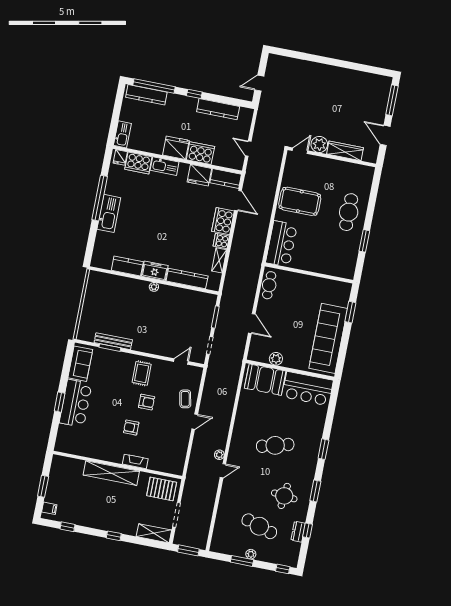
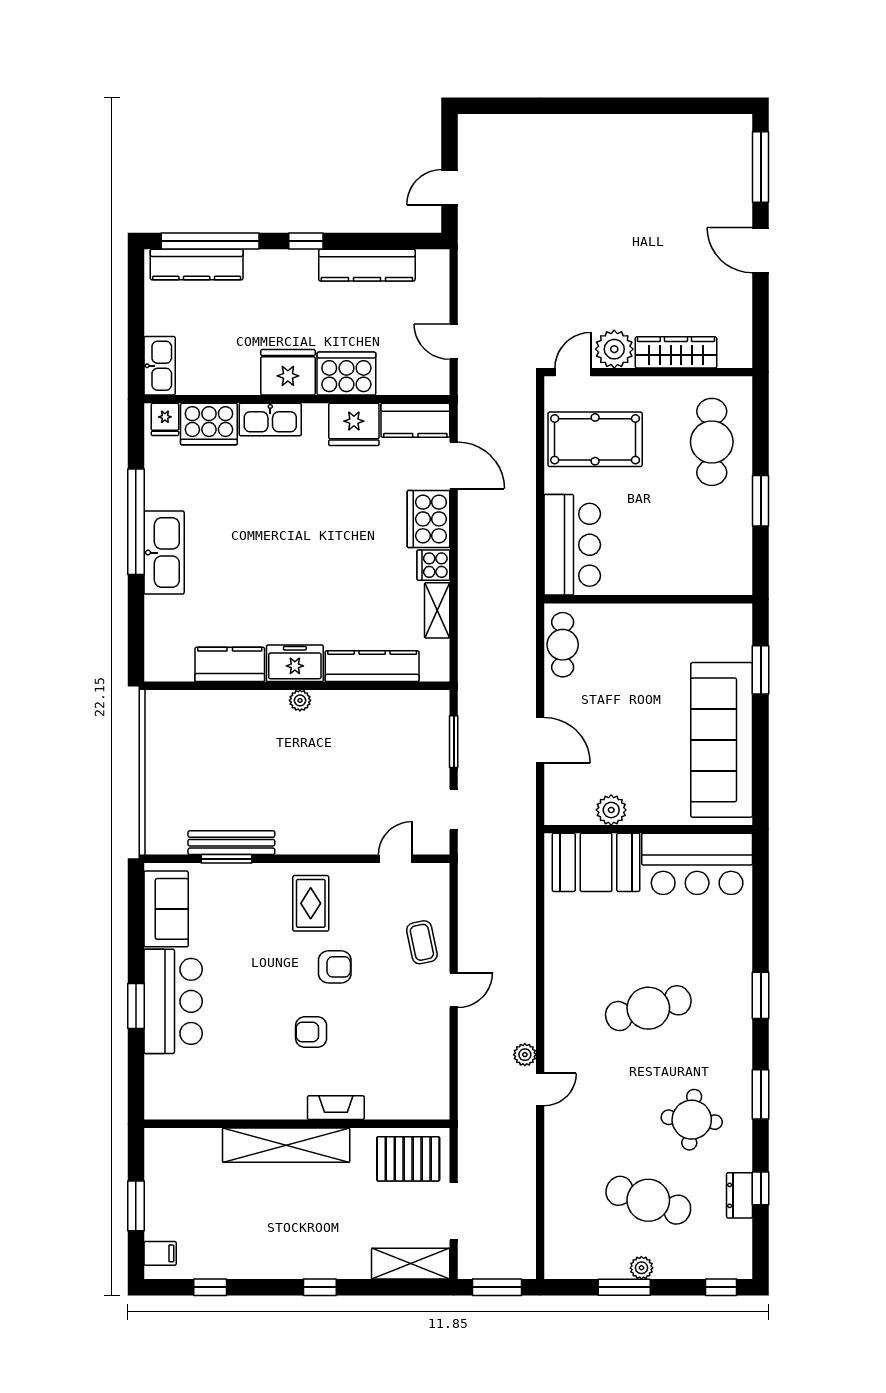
plant: (319, 144) -> (614, 349), moved
door: (300, 151) -> (573, 372), moved
wardrobe: (345, 151) -> (676, 352), moved
wall: (332, 157) -> (648, 372), moved

